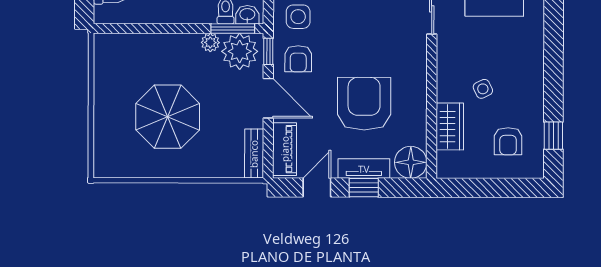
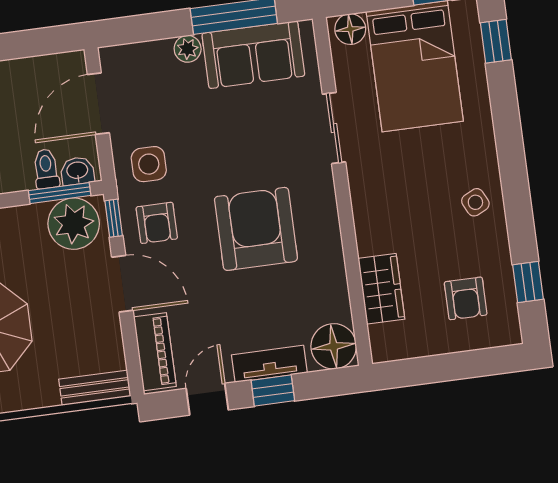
plant: (210, 42) -> (31, 217), removed
side table: (483, 89) -> (475, 202), moved
armchair: (364, 104) -> (256, 229), moved
bench: (254, 154) -> (95, 388), moved, turned 90

